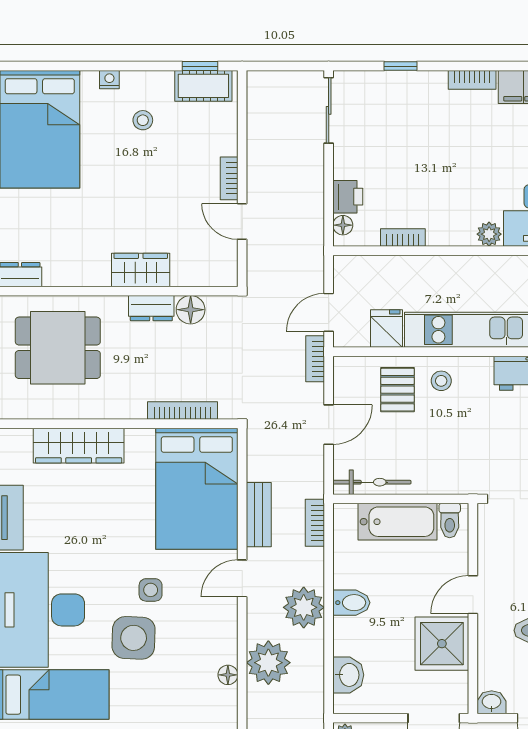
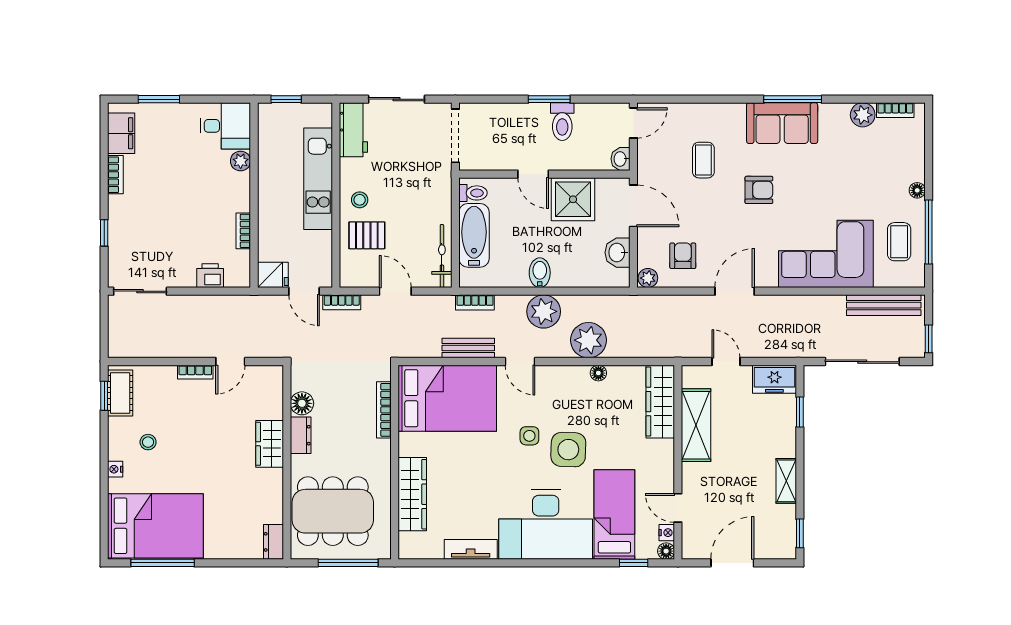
floor lamp: (343, 225) -> (233, 280), removed
fridge: (387, 329) -> (273, 275), moved, turned 180
dining table: (58, 348) -> (333, 511), width x1.37
washbasin: (348, 675) -> (617, 253), moved, turned -90

